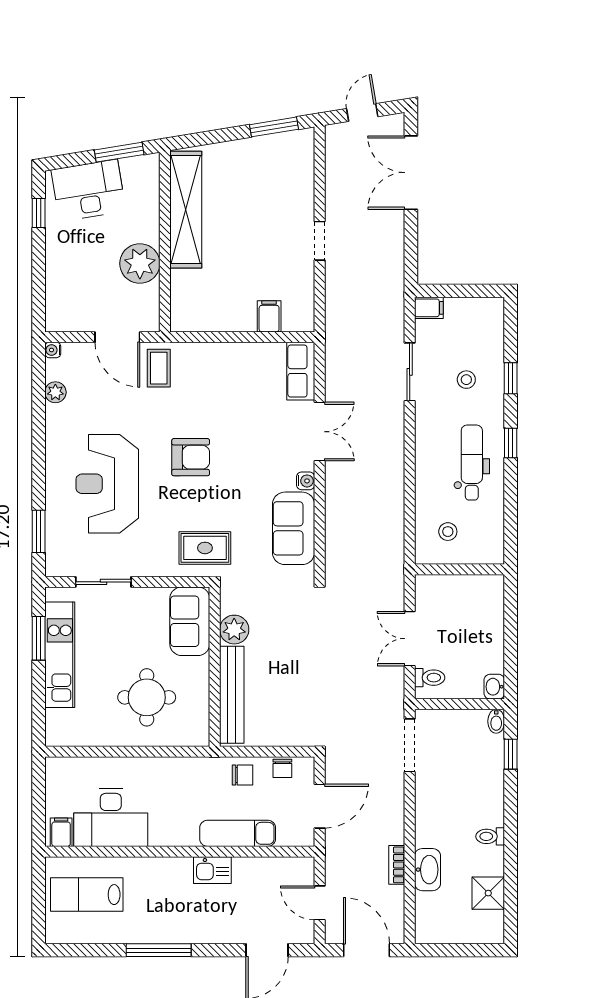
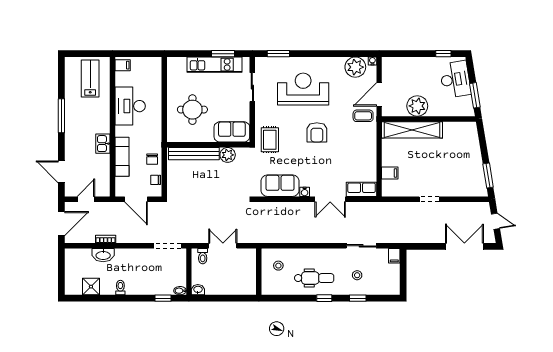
shelving: (186, 210) -> (412, 130), moved
plant: (55, 392) -> (355, 67), width x1.87, depth x1.87
desk: (111, 818) -> (130, 106), moved

